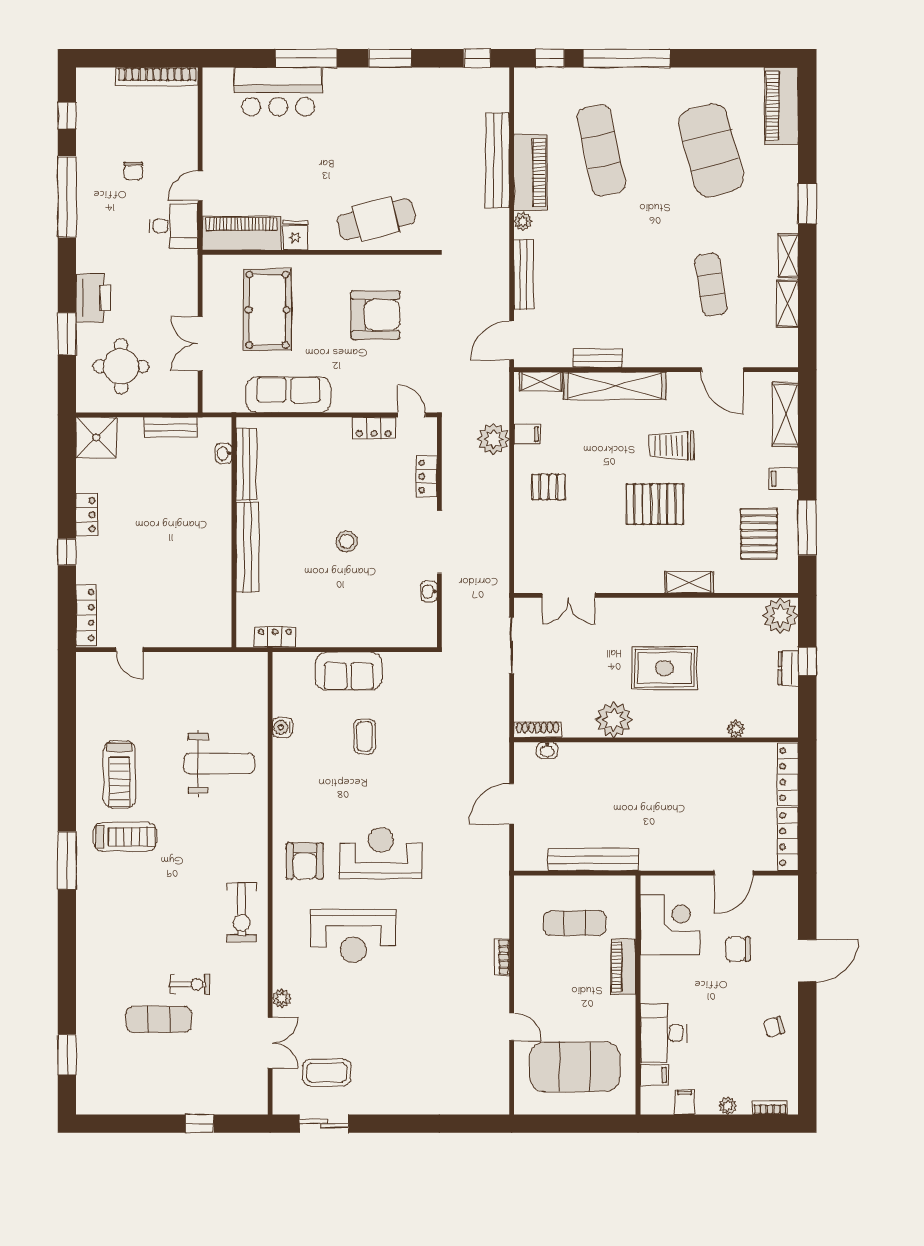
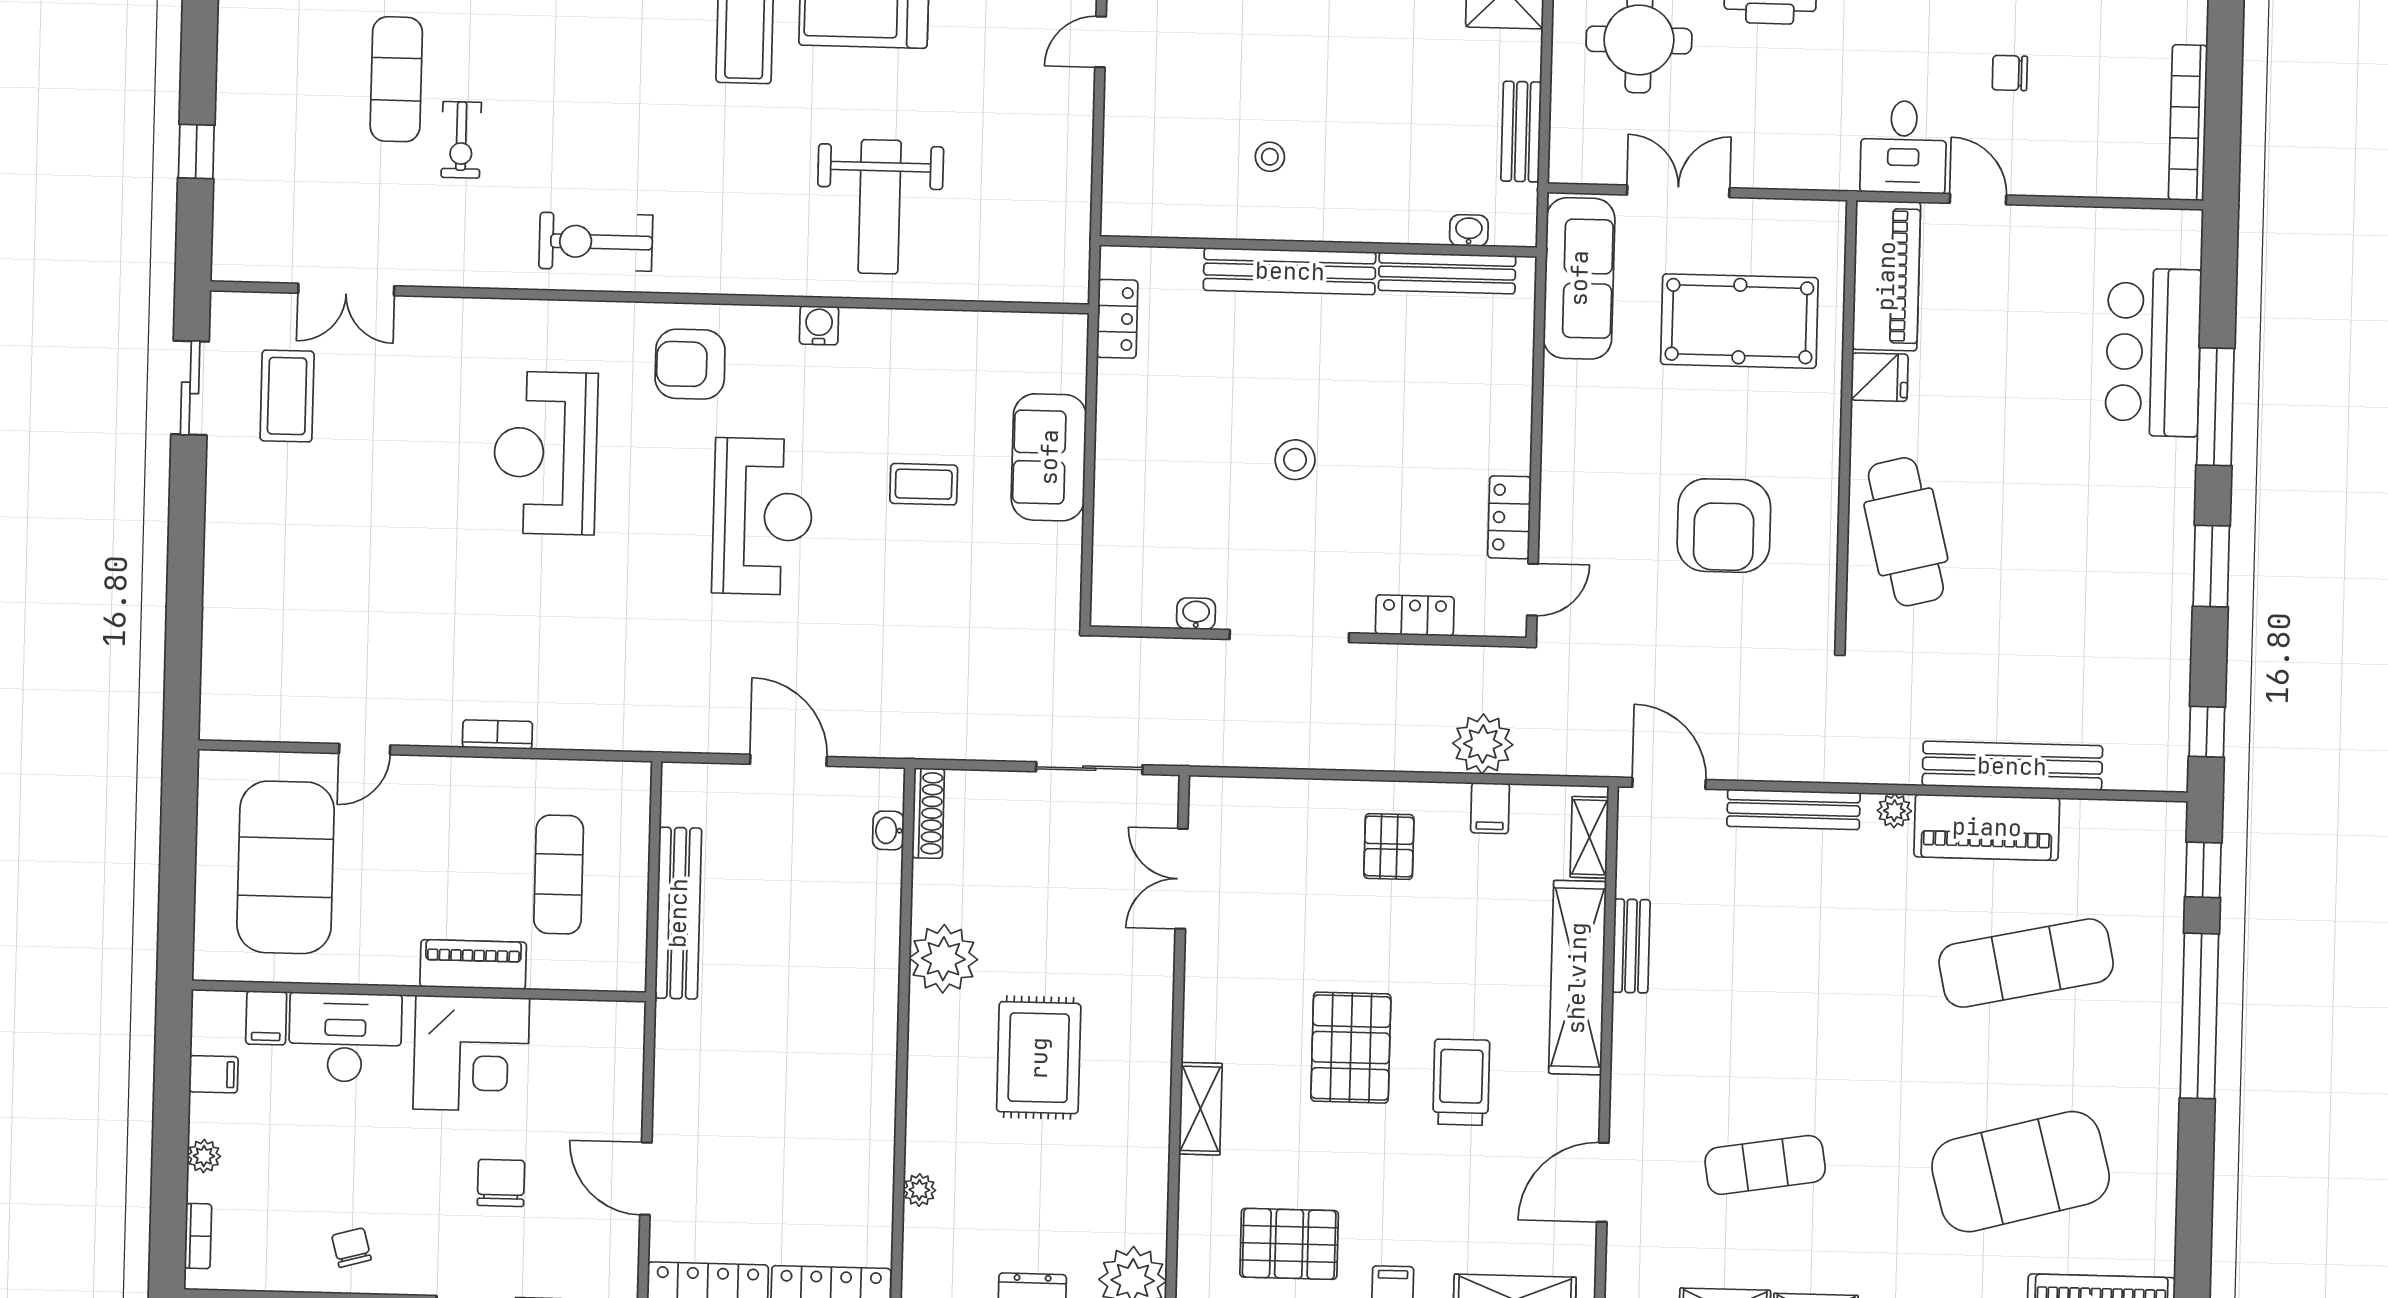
sofa: (288, 395) -> (1579, 278), moved
stool: (188, 559) -> (1270, 157), added
water cooler: (282, 727) -> (819, 325), moved
reception desk: (381, 853) -> (762, 516), moved
corner desk: (670, 925) -> (471, 1054), moved
plant: (282, 998) -> (430, 314), removed

